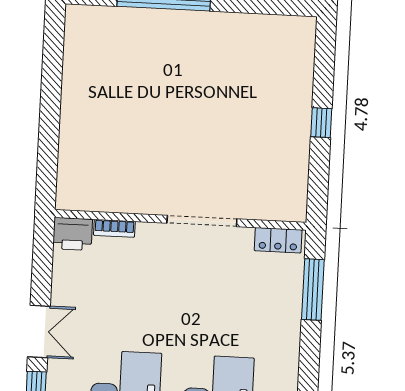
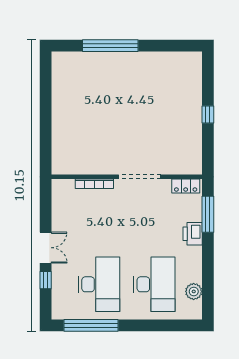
bookcase: (114, 228) -> (94, 184), width x1.56
printer: (73, 234) -> (193, 234), moved, turned 90

